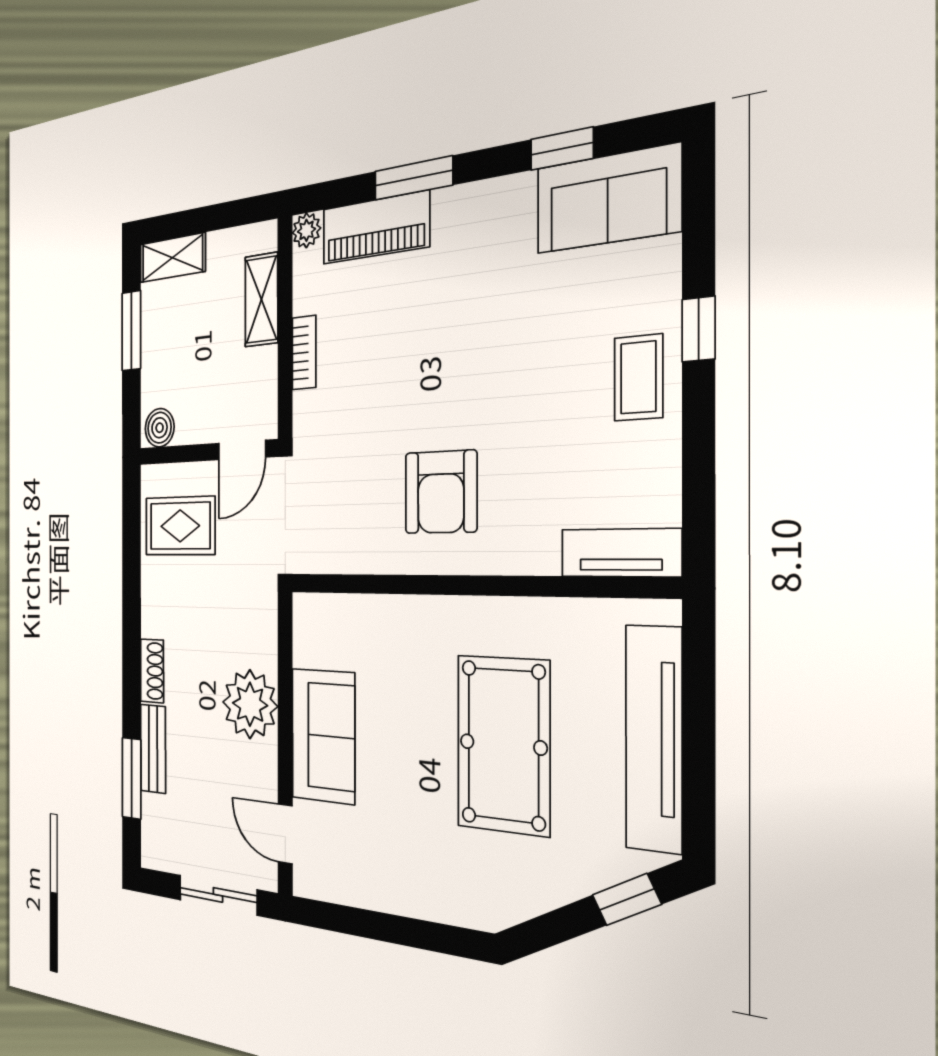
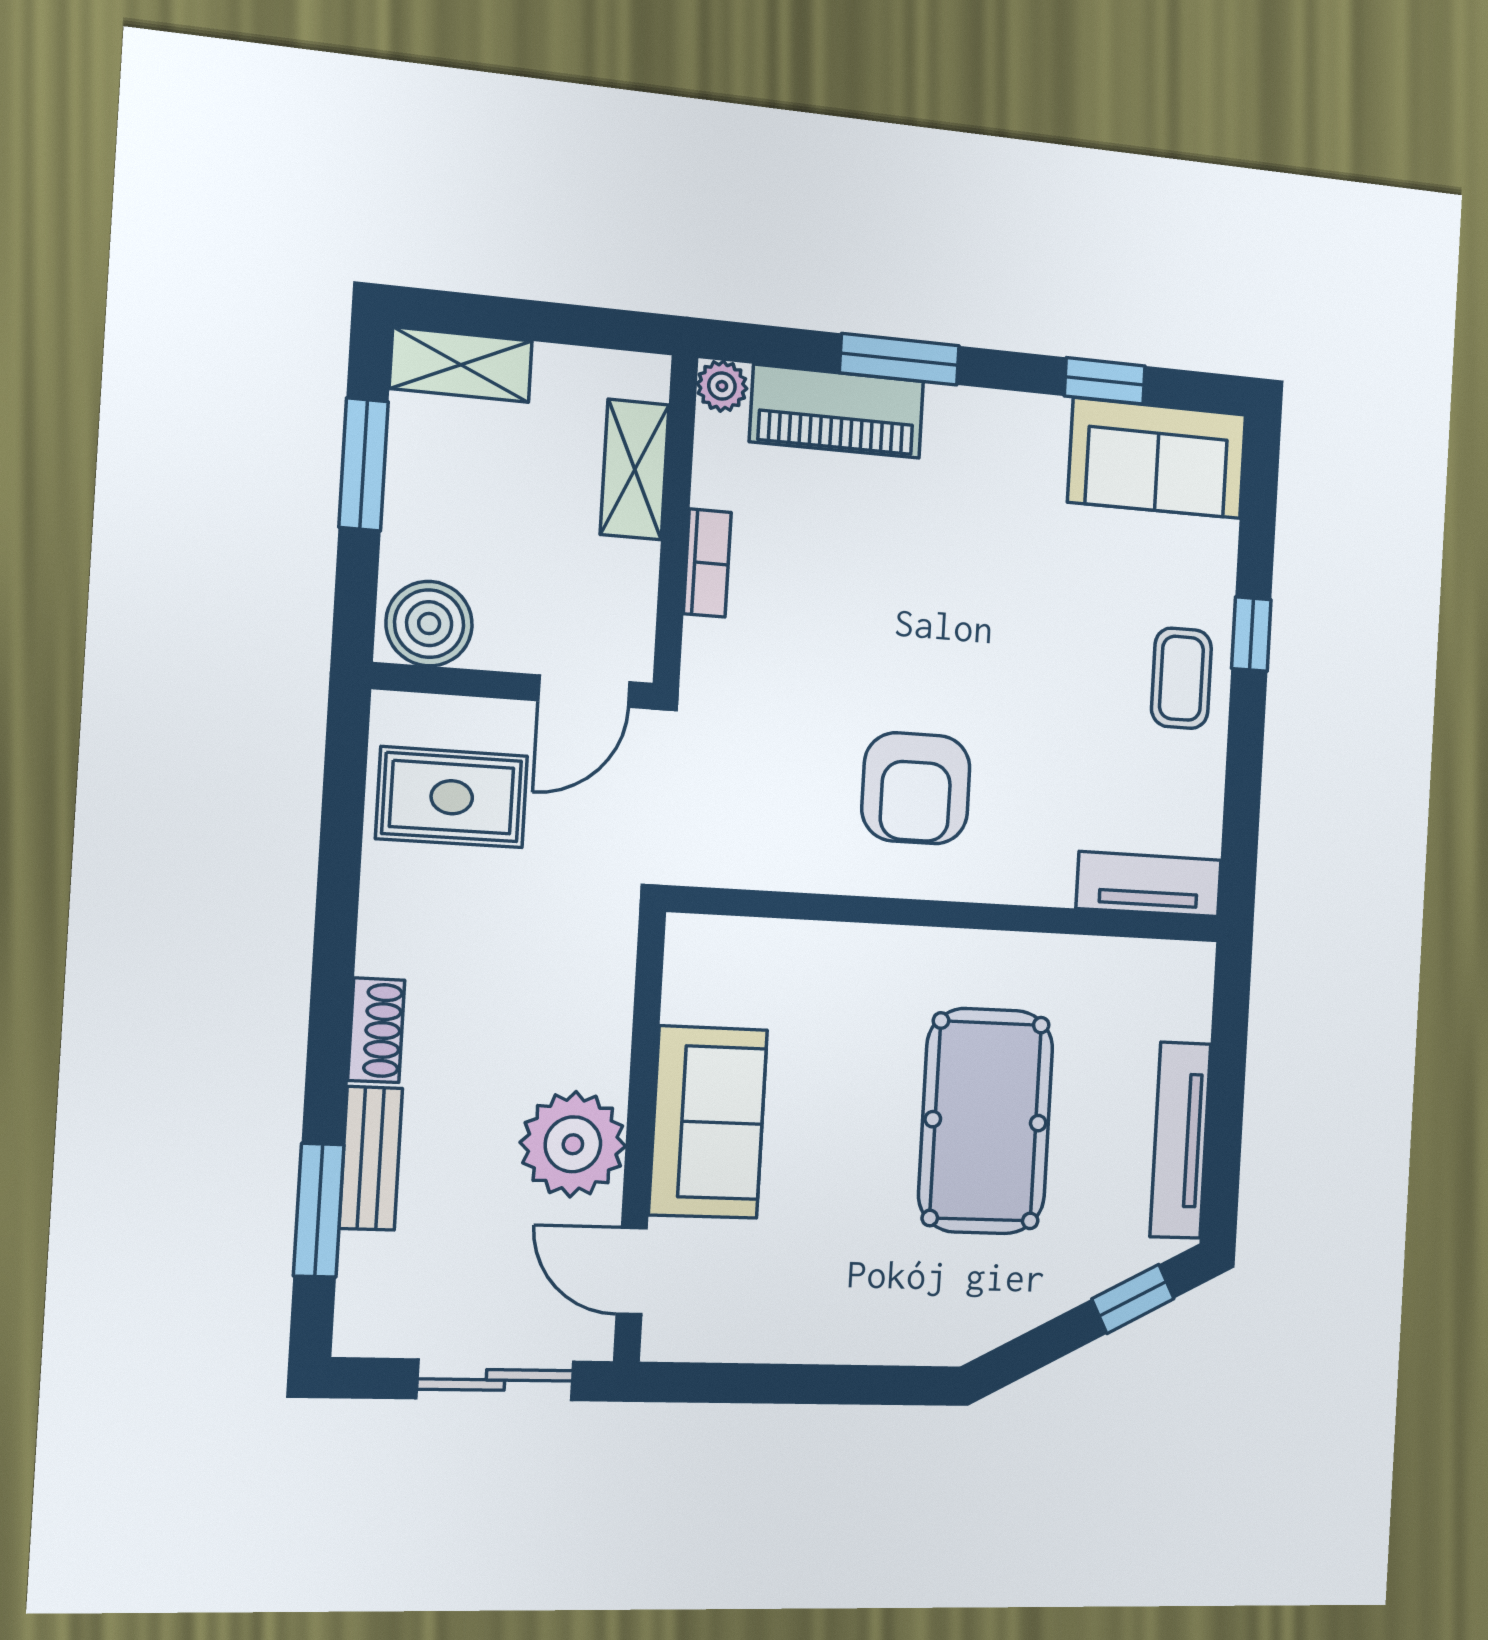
boiler: (160, 428) -> (429, 624), width x1.36, depth x1.36
plant: (250, 704) -> (573, 1144), moved
tv unit: (654, 739) -> (1180, 1140), width x0.73, depth x0.78

